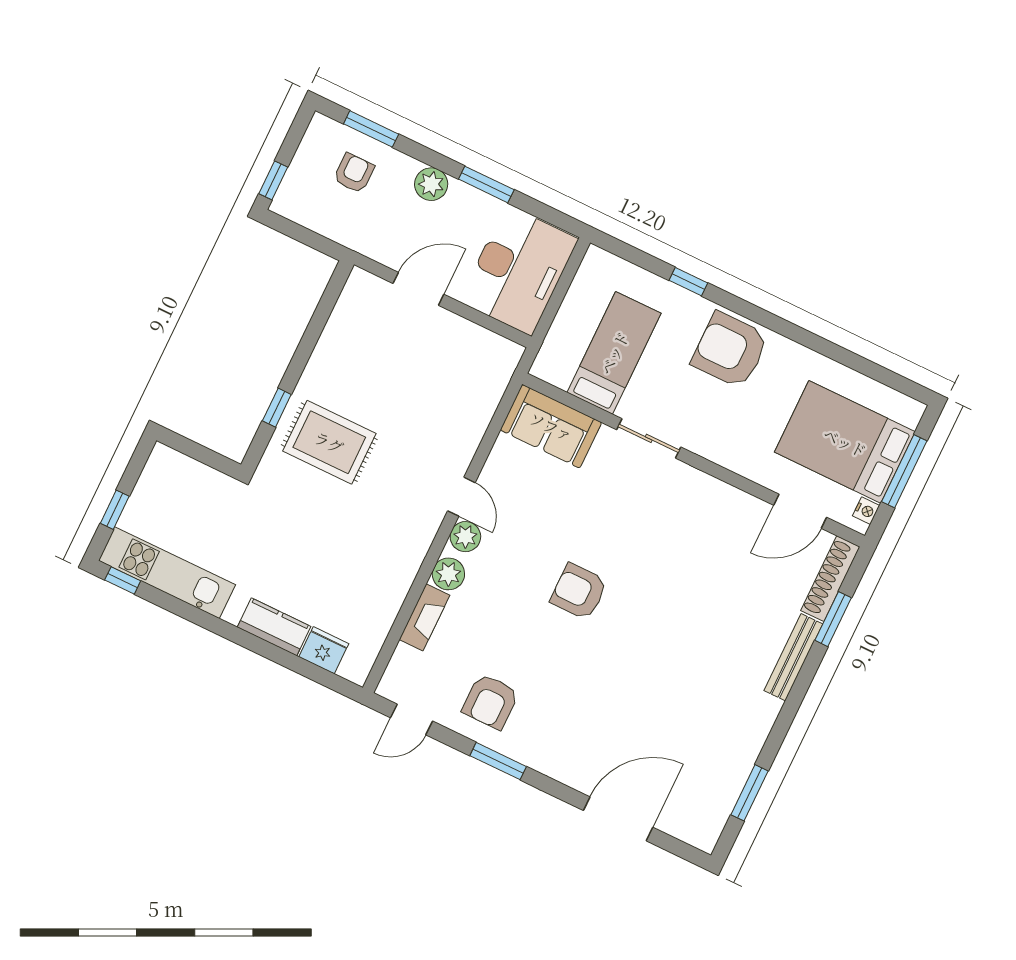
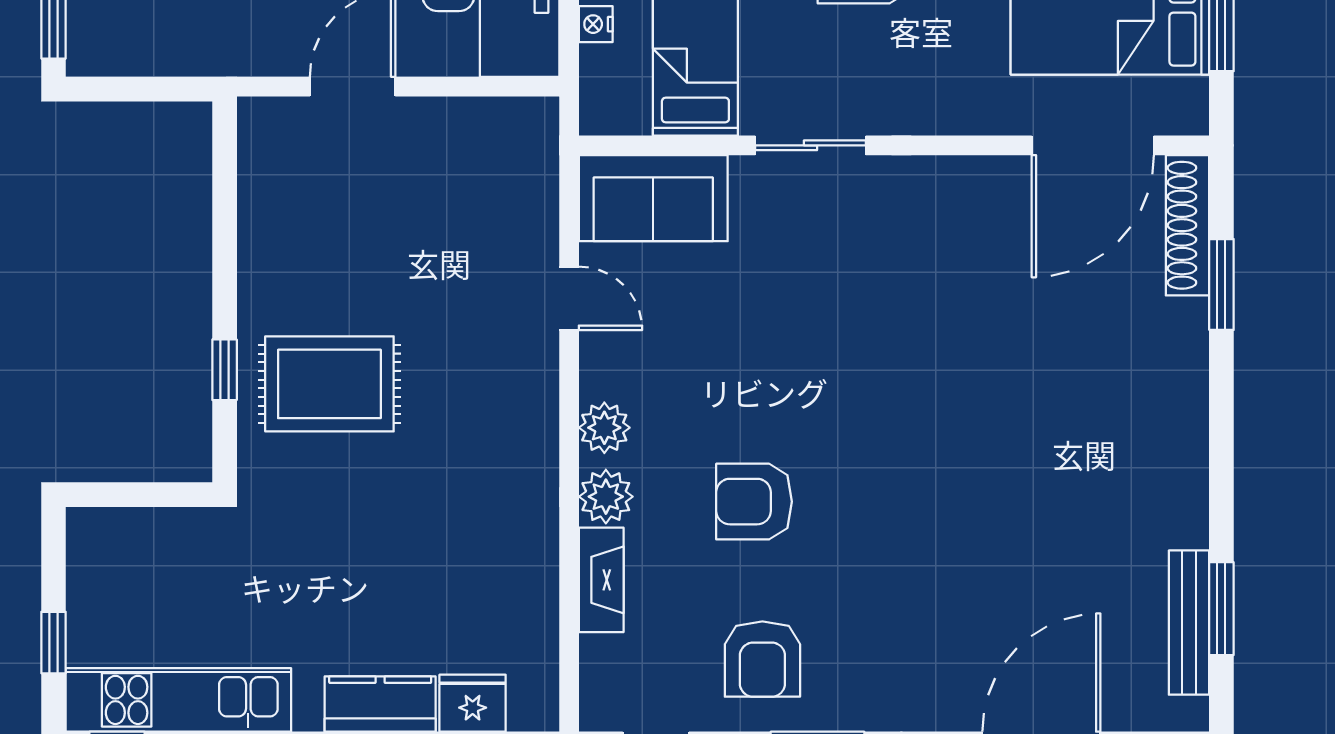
door: (461, 497) -> (569, 298), moved
door: (800, 511) -> (1093, 145), width x1.36
nightstand: (866, 511) -> (596, 24), moved, turned 180
armchair: (579, 592) -> (754, 502), moved
bench: (793, 657) -> (1189, 623), moved

